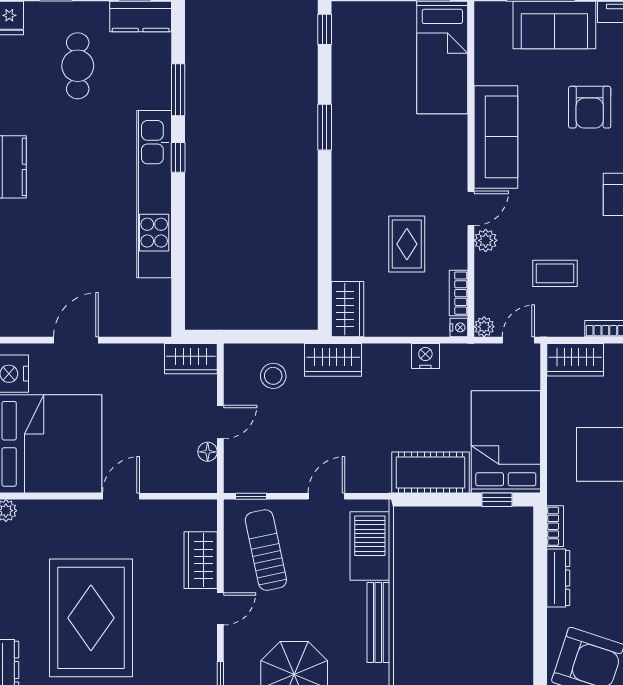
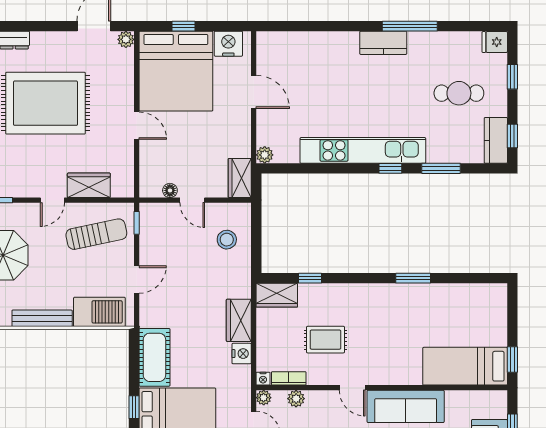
window: (325, 29) -> (310, 278), moved
plant: (486, 240) -> (296, 399), moved
plant: (160, 325) -> (265, 155), added
wardrobe: (333, 360) -> (239, 320), moved
door: (326, 496) -> (137, 279), hinge flipped
door: (220, 609) -> (52, 200), hinge flipped

